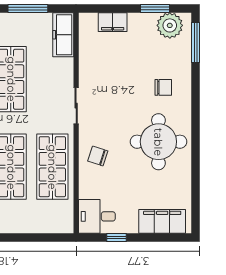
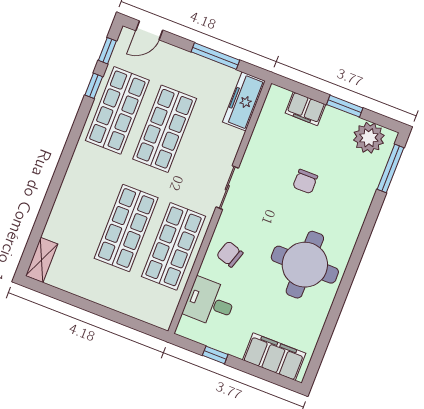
window: (155, 8) -> (345, 106), moved
chair: (163, 87) -> (305, 181), moved, turned 90
desk: (97, 216) -> (210, 302), moved

